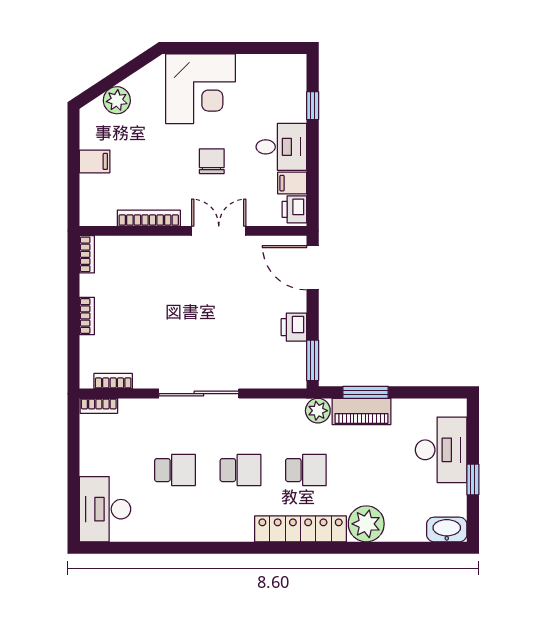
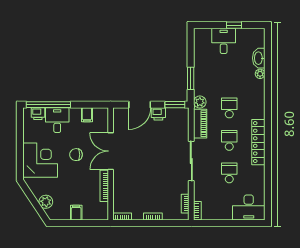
window: (313, 106) -> (48, 105), width x3.17
desk: (281, 147) -> (57, 120), moved
printer: (294, 209) -> (38, 114), moved
double door: (219, 231) -> (111, 151), width x1.37
door: (313, 268) -> (140, 105), moved
piano: (361, 411) -> (200, 124), moved
desk: (441, 450) -> (224, 41), width x0.73
plant: (366, 524) -> (260, 74), width x0.53, depth x0.53
locker: (301, 529) -> (258, 142), moved
washbasin: (447, 529) -> (259, 58), moved

